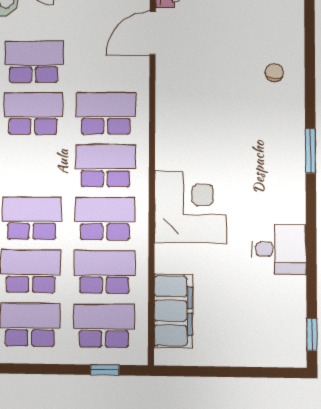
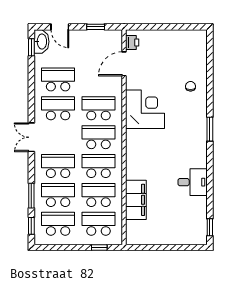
corner desk: (190, 207) -> (145, 109), moved
filing cabinet: (173, 311) -> (136, 200), moved

